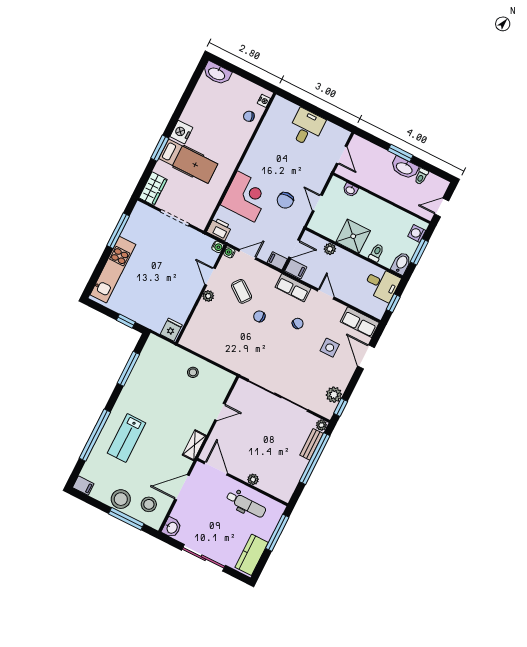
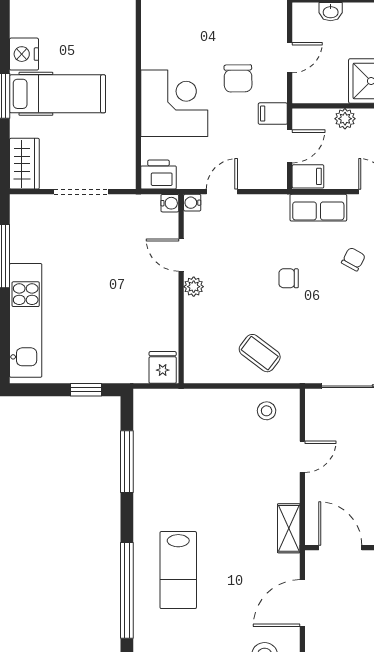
door: (317, 203) -> (290, 58), swing flipped
filing cabinet: (277, 261) -> (273, 114), moved
coffee table: (242, 291) -> (260, 353), moved
stool: (193, 372) -> (267, 411), moved

